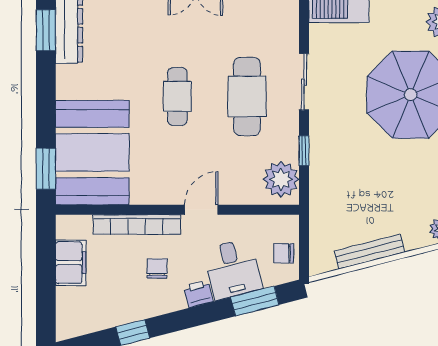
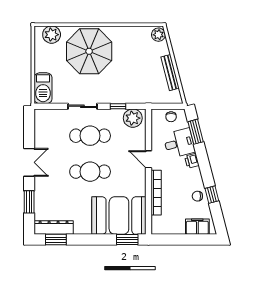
cafe table: (177, 96) -> (90, 172), width x1.37, depth x1.35
filing cabinet: (71, 263) -> (197, 227), moved
chair: (157, 268) -> (197, 196), moved

